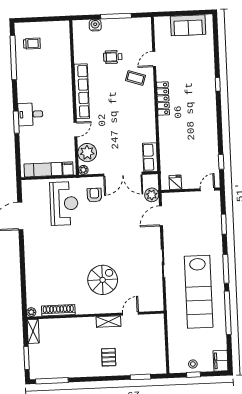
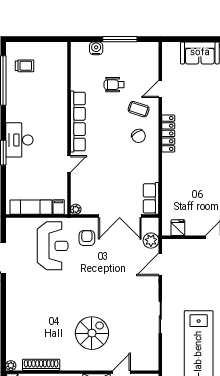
chair: (137, 102) -> (139, 136), added
desk: (30, 114) -> (19, 140), width x1.37
plant: (87, 153) -> (81, 190), removed

